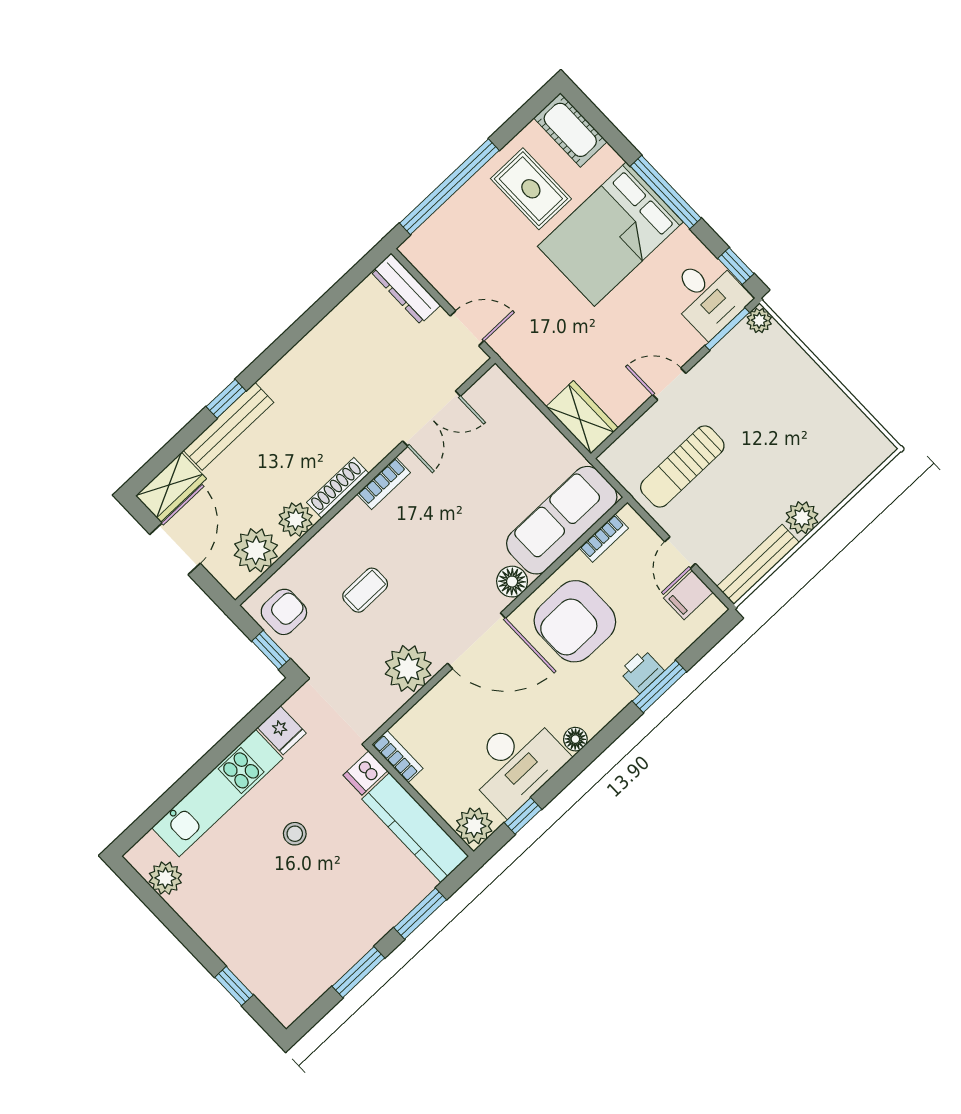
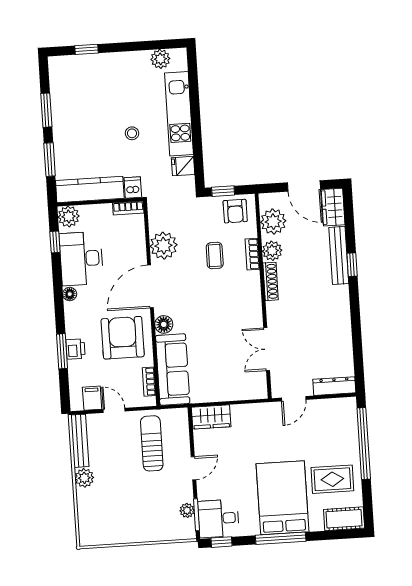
plant: (759, 320) -> (187, 510), moved
bookcase: (384, 483) -> (252, 254), moved

